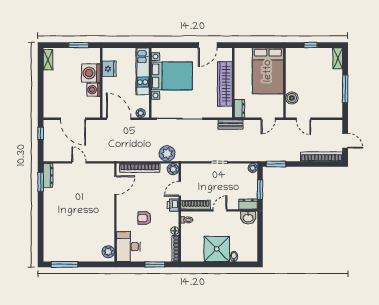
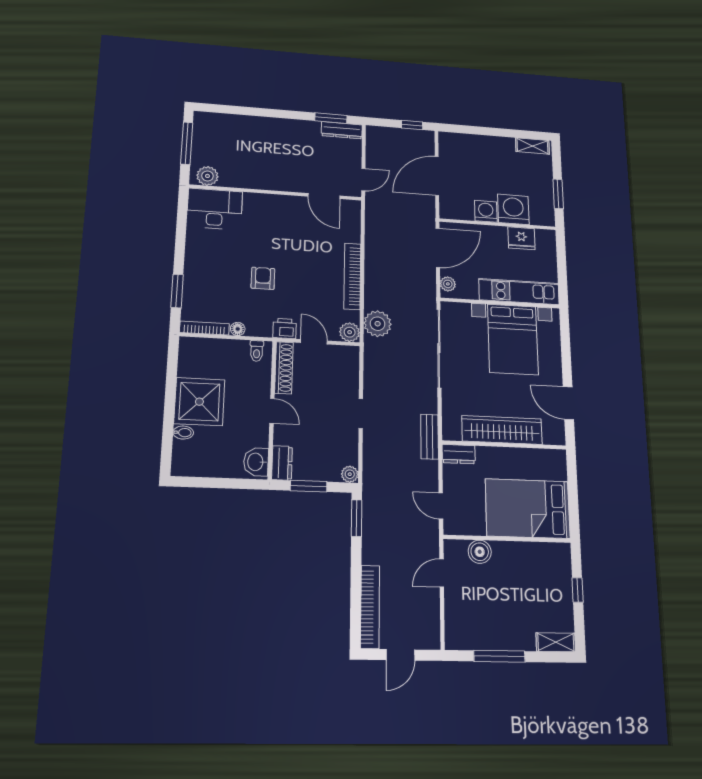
door: (115, 185) -> (324, 196), moved
wall: (115, 213) -> (276, 193), moved
desk: (128, 247) -> (215, 209), moved
plant: (108, 252) -> (207, 176), moved

